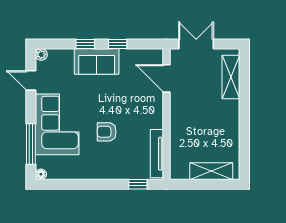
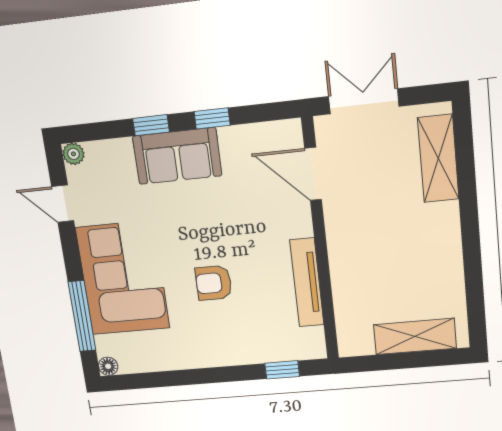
tv unit: (157, 154) -> (307, 283), moved

